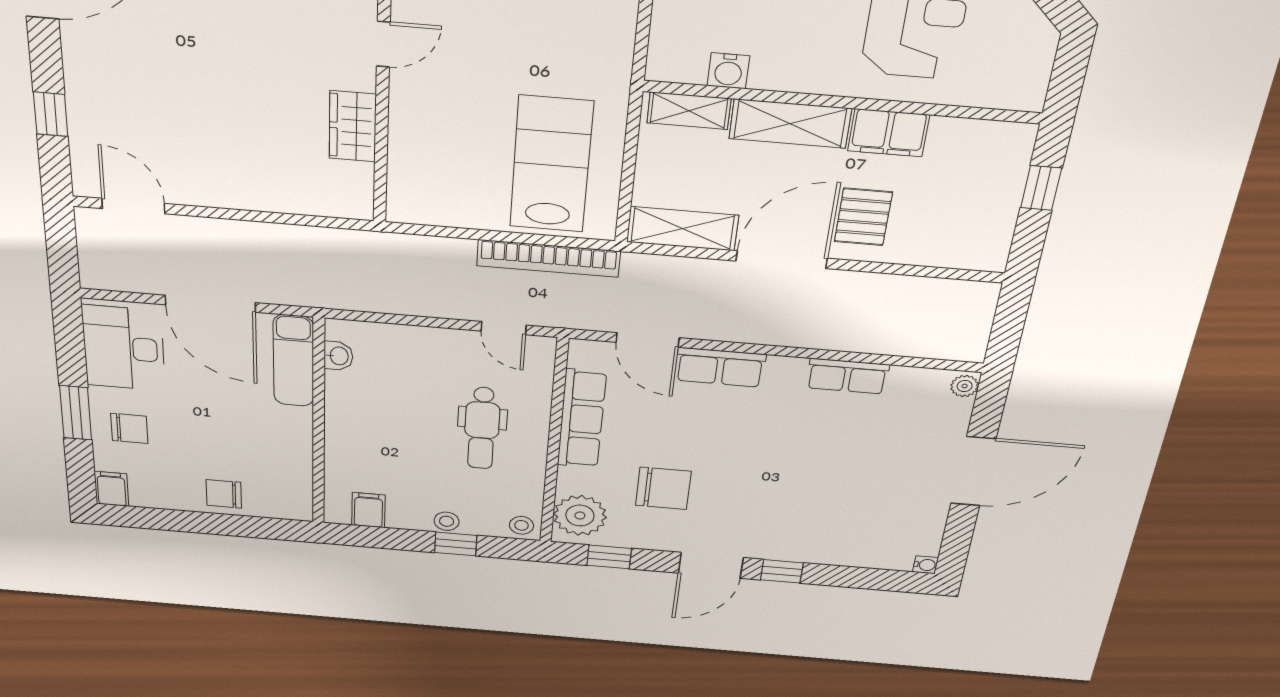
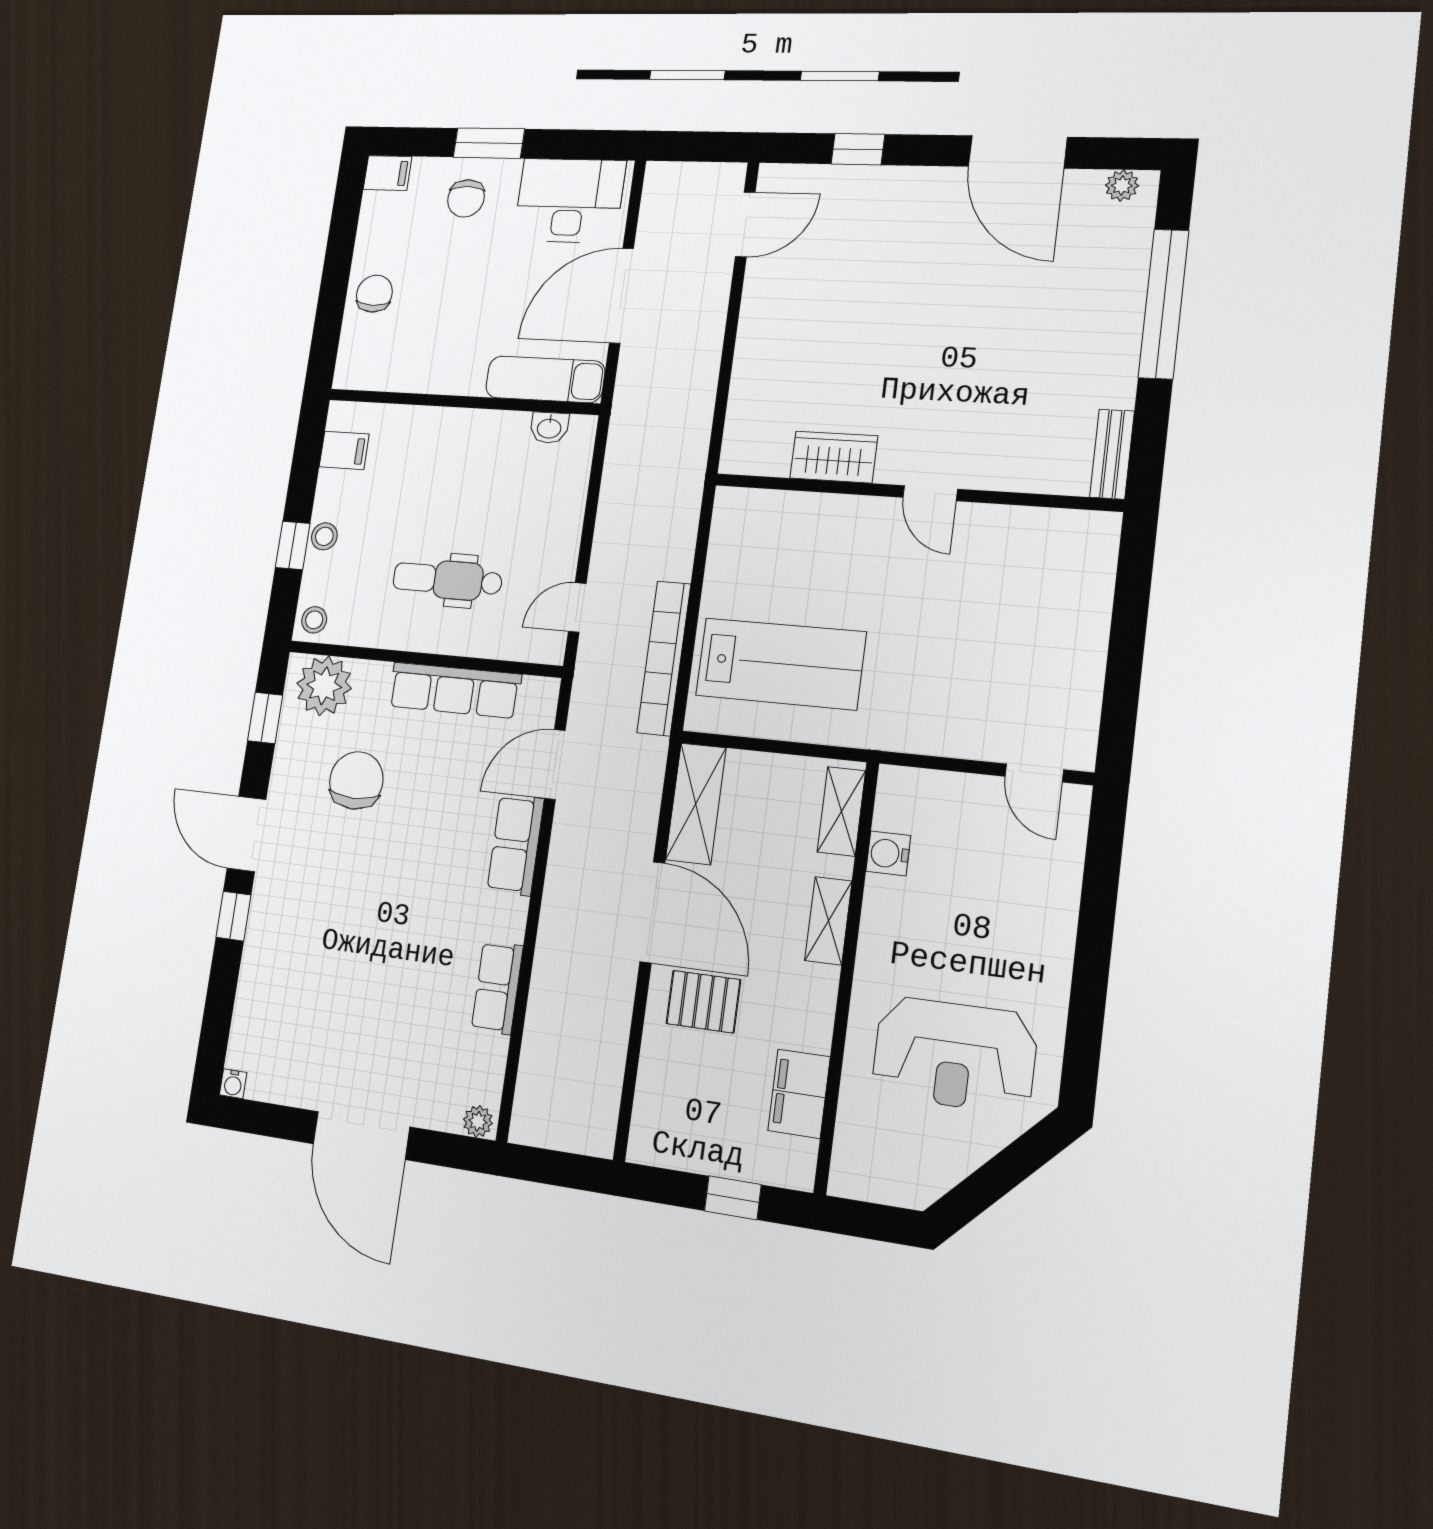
shelving: (790, 124) -> (828, 921), width x0.67, depth x0.75
filing cabinet: (889, 133) -> (799, 1094), moved
chair: (663, 488) -> (356, 780), turned 180

